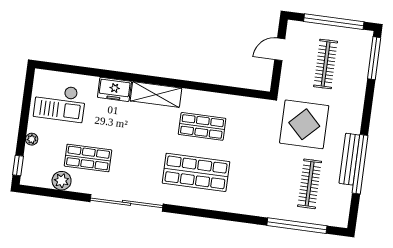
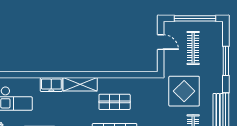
door: (280, 49) -> (161, 42), swing flipped
window: (374, 58) -> (226, 61), moved

